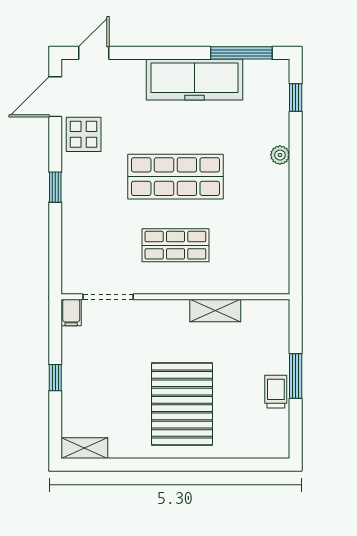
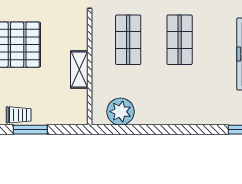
plant: (280, 155) -> (120, 112), moved, width x1.88, depth x1.88
shop shelf: (175, 177) -> (180, 40), width x0.70, depth x0.74

